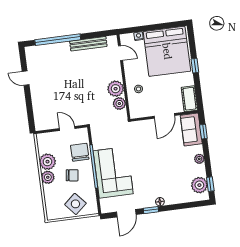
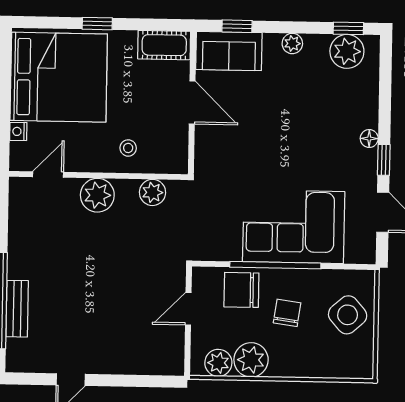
bench: (88, 44) -> (17, 309), moved, width x0.73
plant: (116, 89) -> (97, 195), moved
plant: (48, 177) -> (218, 363), moved

